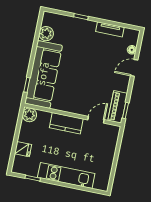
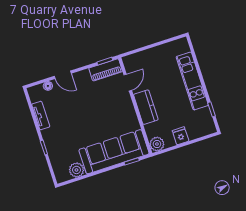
door: (96, 120) -> (128, 83), swing flipped
fridge: (23, 149) -> (181, 136), moved

